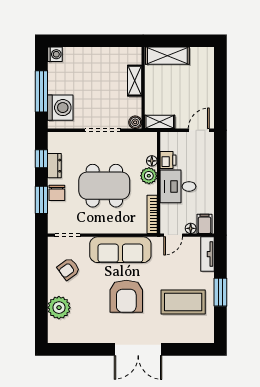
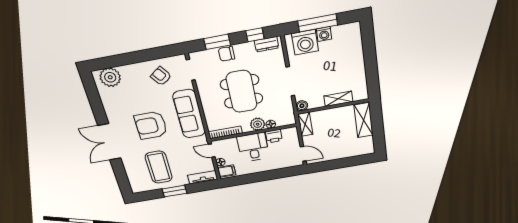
washing machine: (55, 54) -> (324, 34), moved
dresser: (54, 166) -> (267, 44), moved
plant: (59, 308) -> (110, 77), moved

